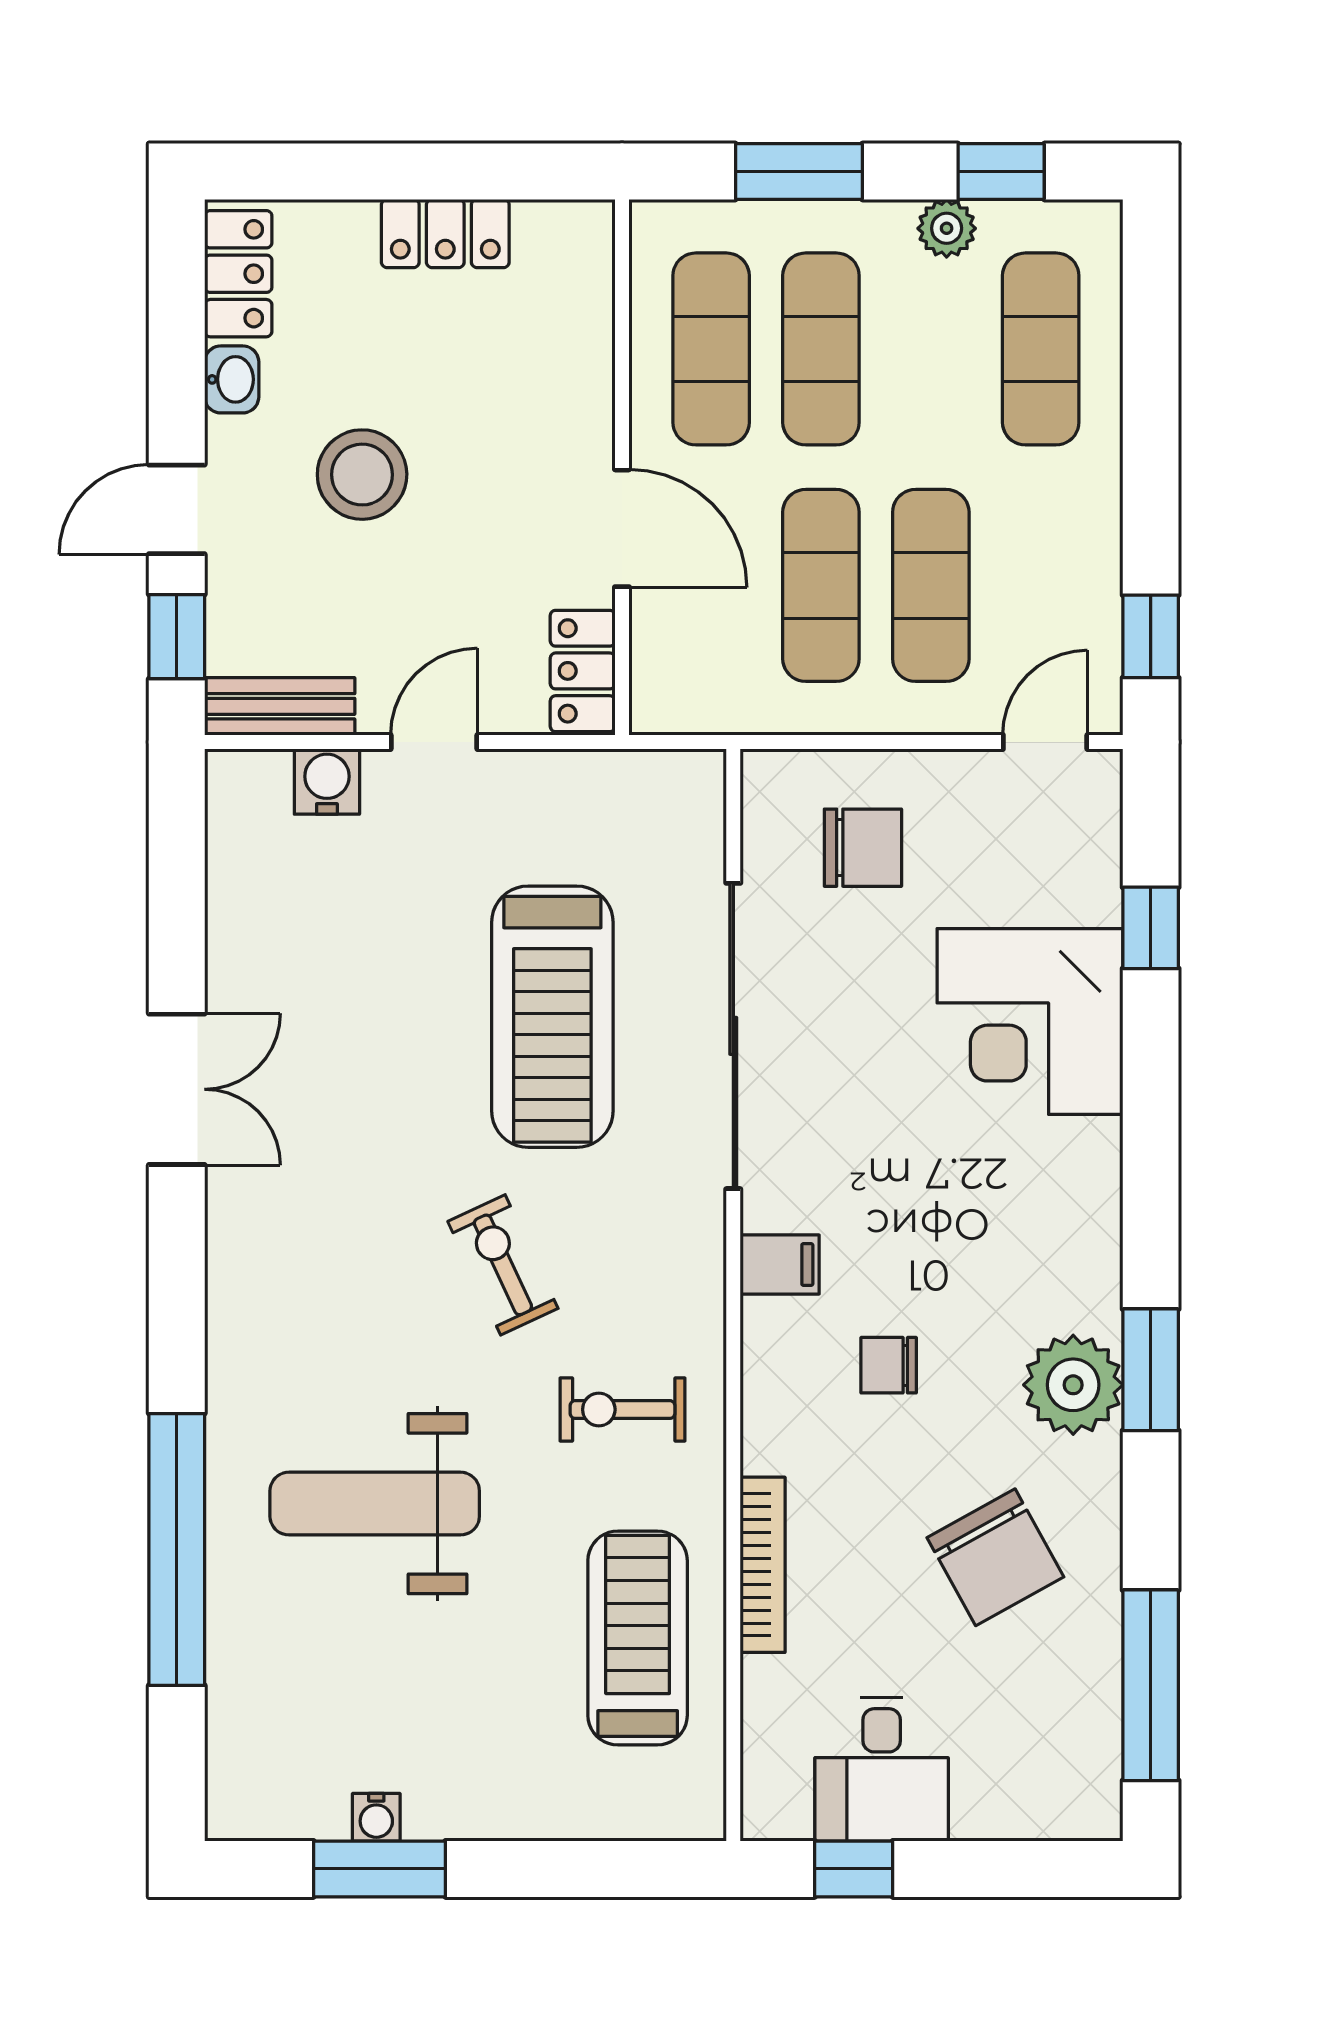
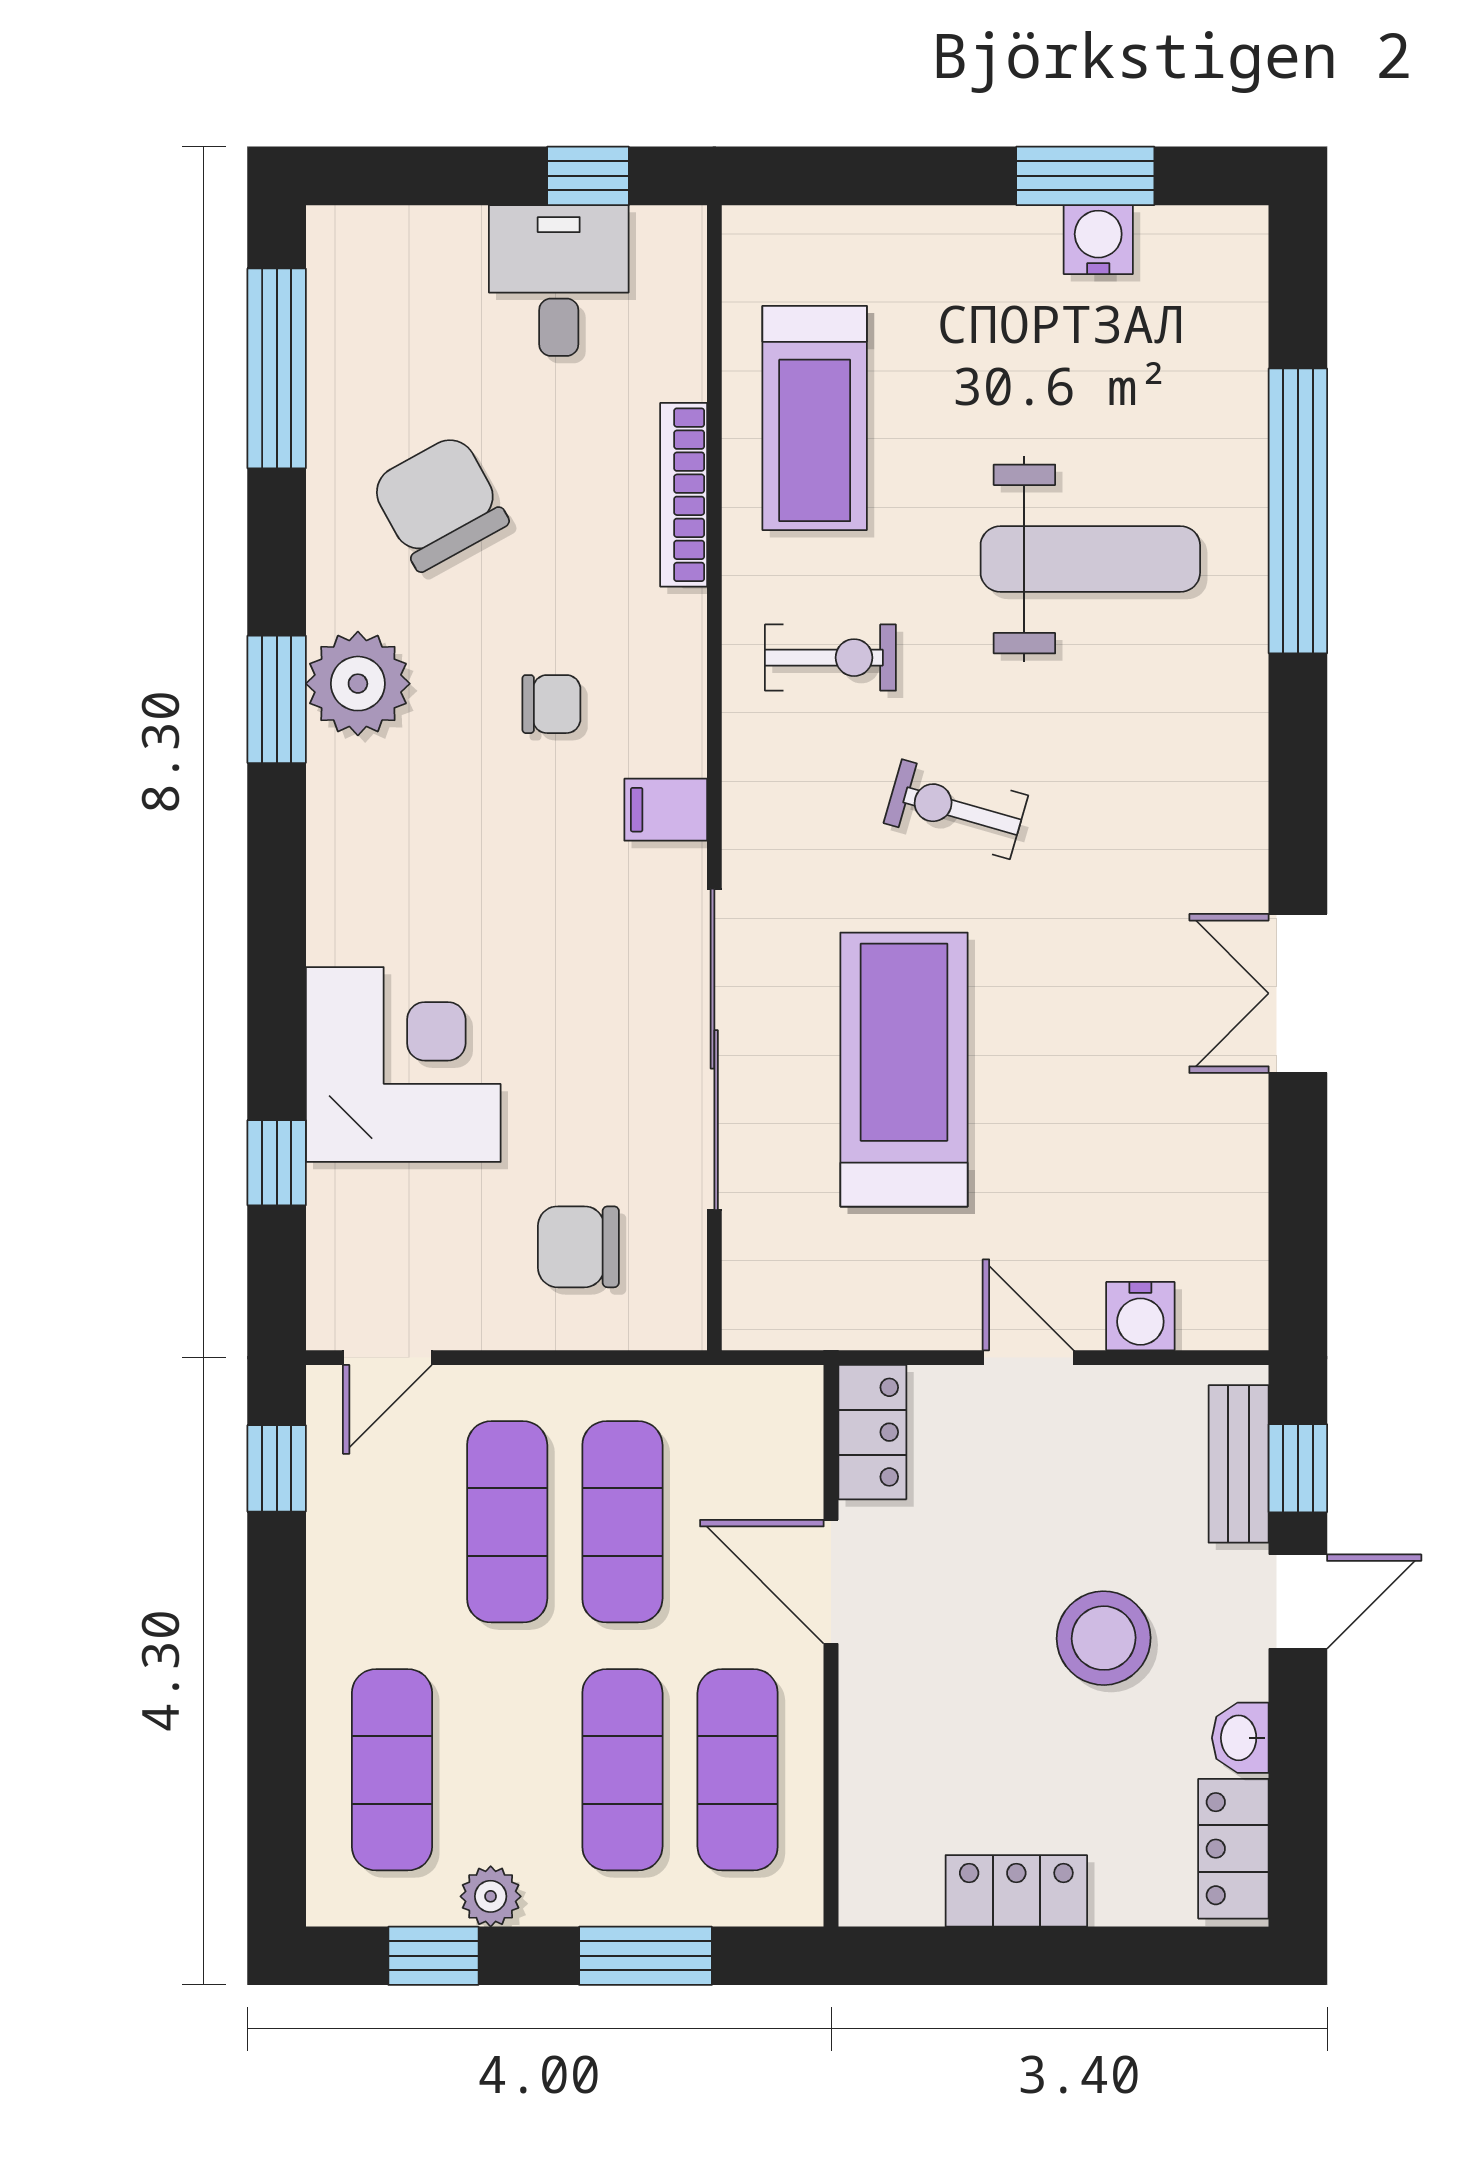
bench: (280, 706) -> (1239, 1464), moved, turned 90
door: (434, 742) -> (1028, 1358), swing flipped
exercise bike: (503, 1265) -> (956, 809), turned 131
water cooler: (376, 1817) -> (1098, 240), width x1.38, depth x1.38

